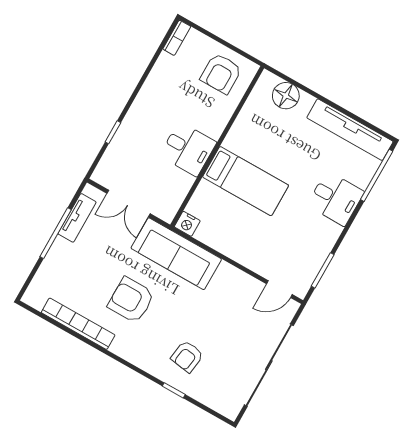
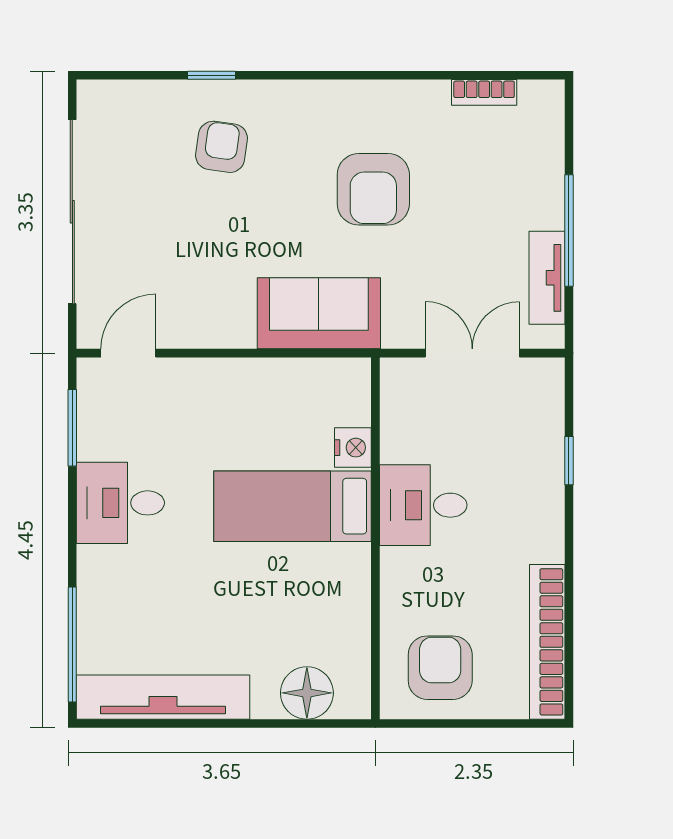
bookcase: (177, 38) -> (547, 642), width x2.31, depth x1.31
desk: (336, 199) -> (120, 503), moved
nightstand: (187, 224) -> (353, 448), moved, turned 90
sofa: (176, 254) -> (319, 313), width x0.73
armchair: (131, 300) -> (373, 189), turned 90
bookcase: (78, 324) -> (484, 92), width x0.43, depth x0.76

